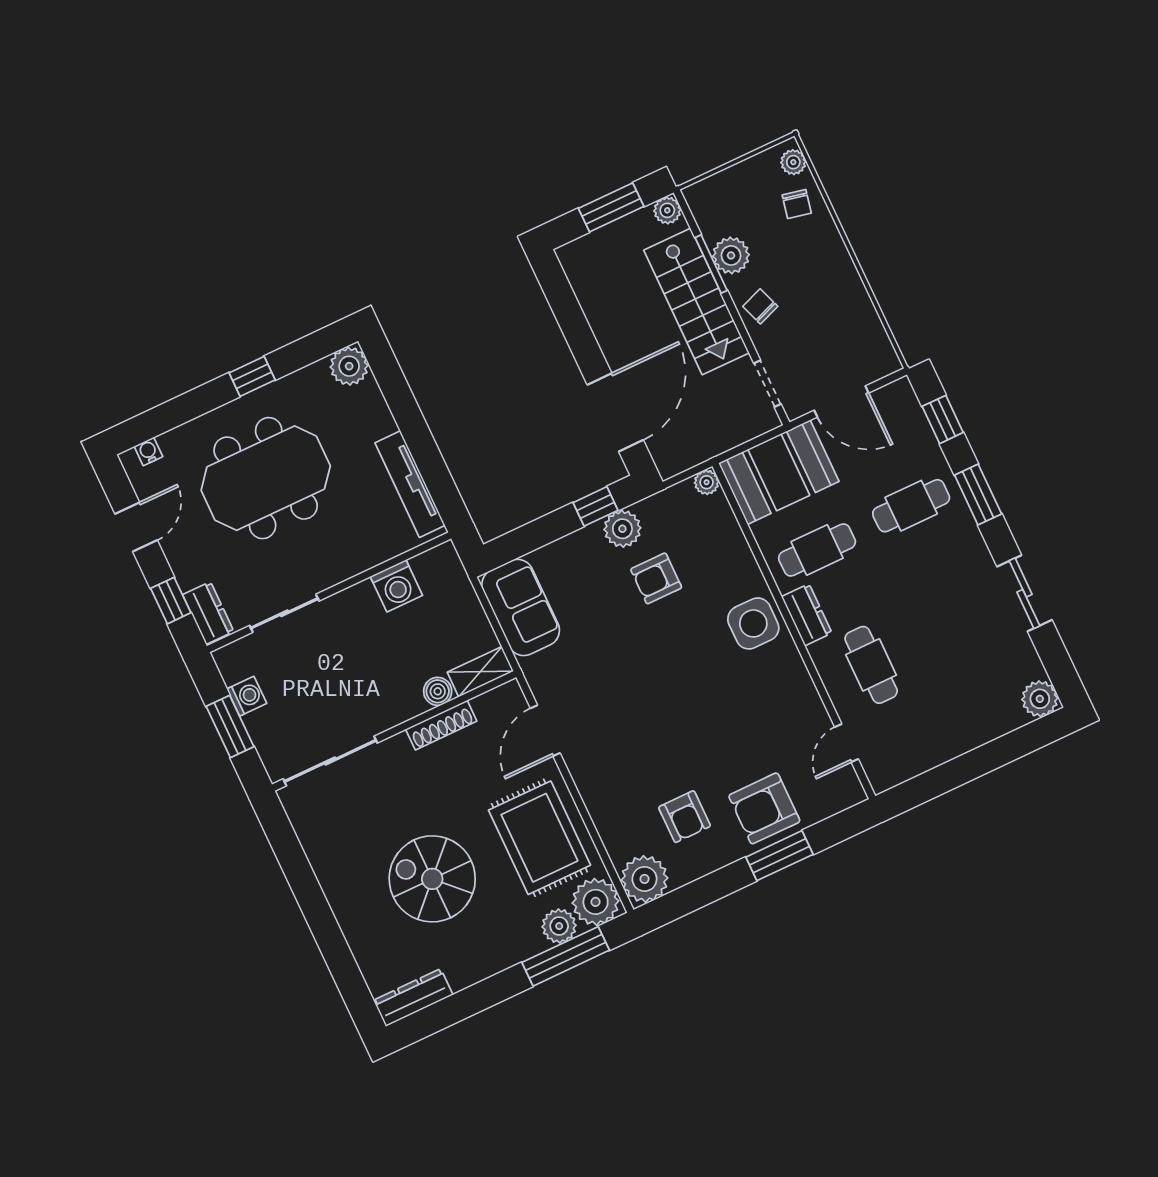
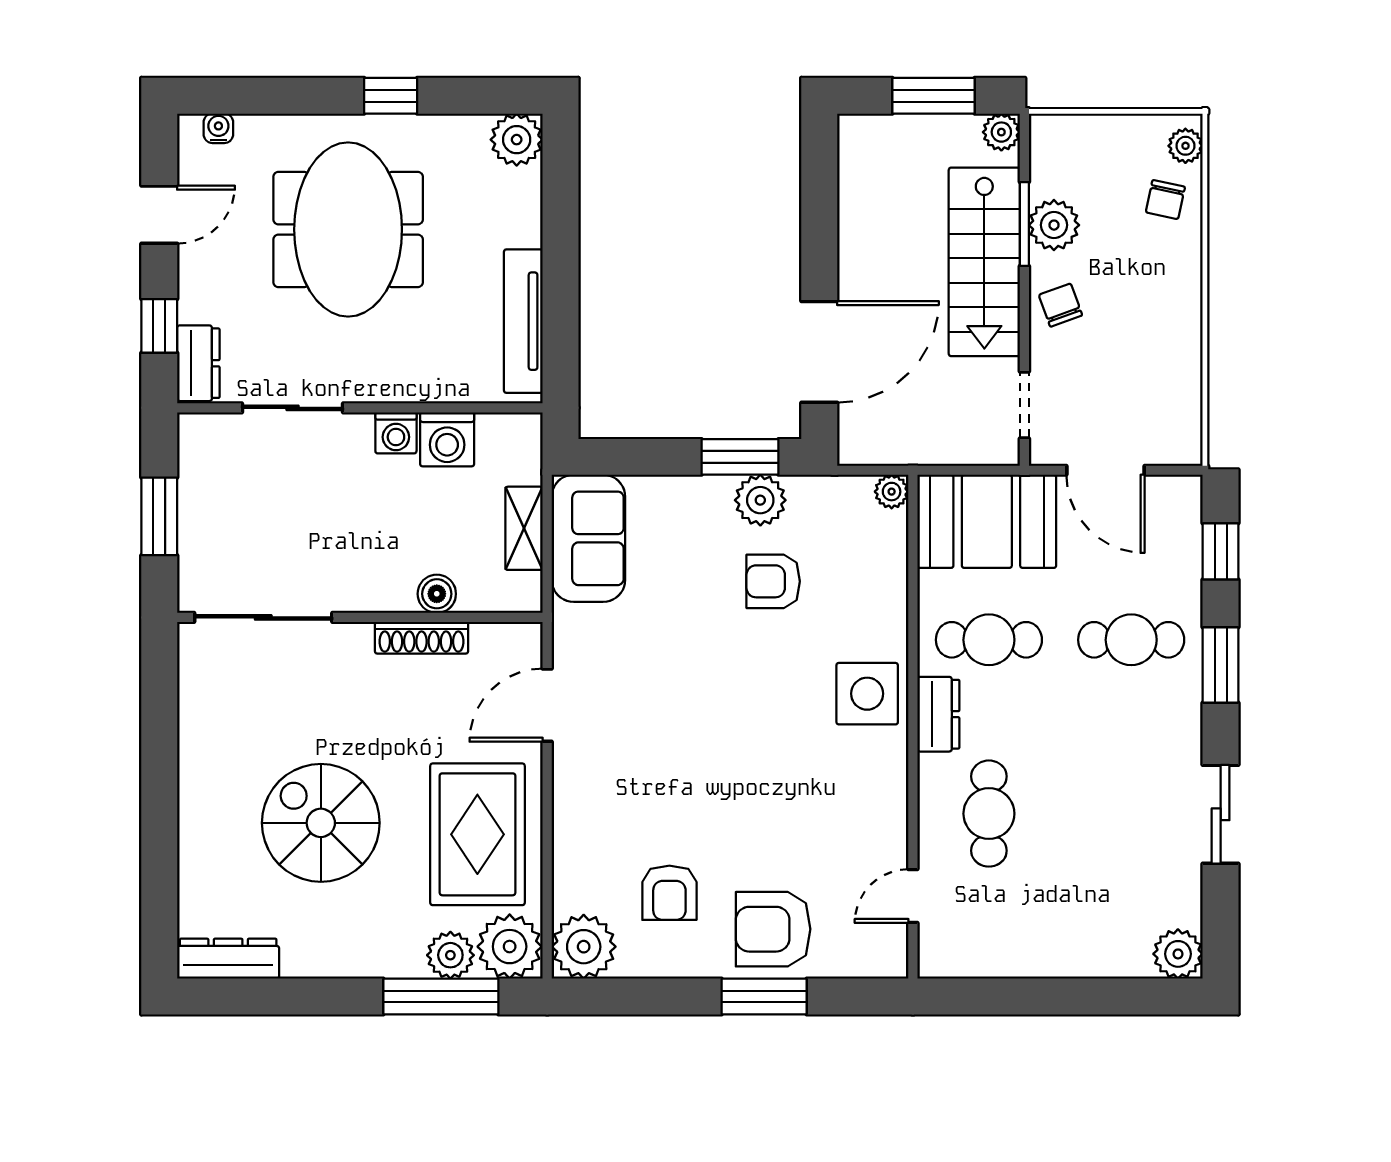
meeting table: (266, 478) -> (348, 229), turned 90
window: (595, 506) -> (740, 457), width x1.50
shelving: (480, 672) -> (524, 528), moved, turned 90
washing machine: (247, 696) -> (396, 433), moved, turned 90

